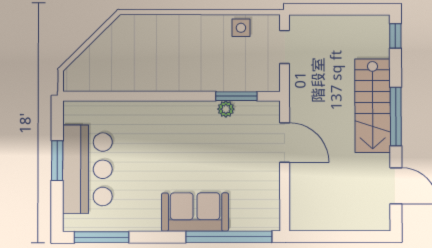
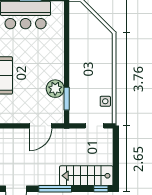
stairs: (373, 106) -> (86, 176), moved
plant: (226, 109) -> (55, 89), width x1.88, depth x1.88

